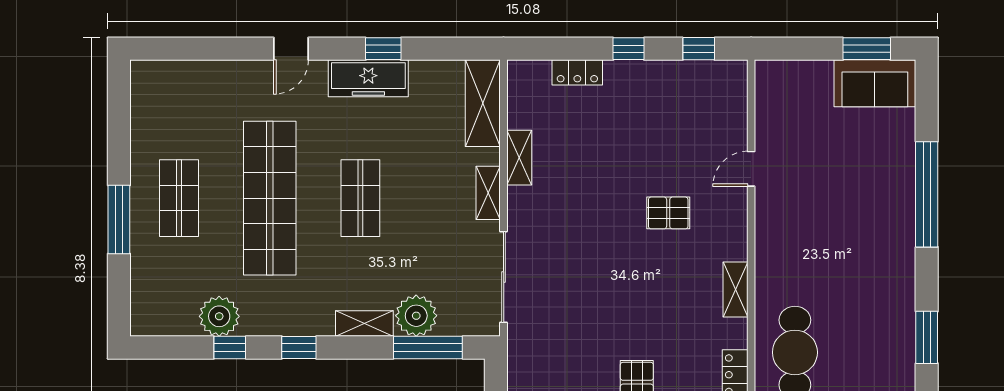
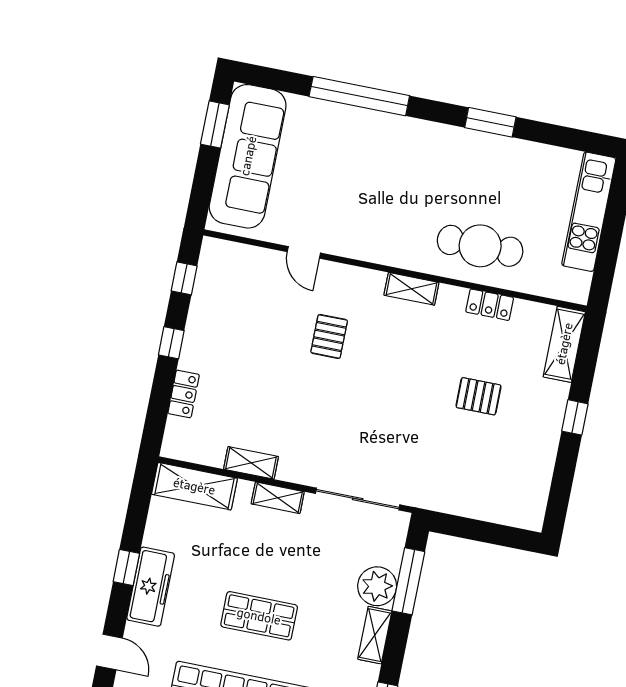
sofa: (875, 83) -> (248, 156), width x1.85, depth x1.27

